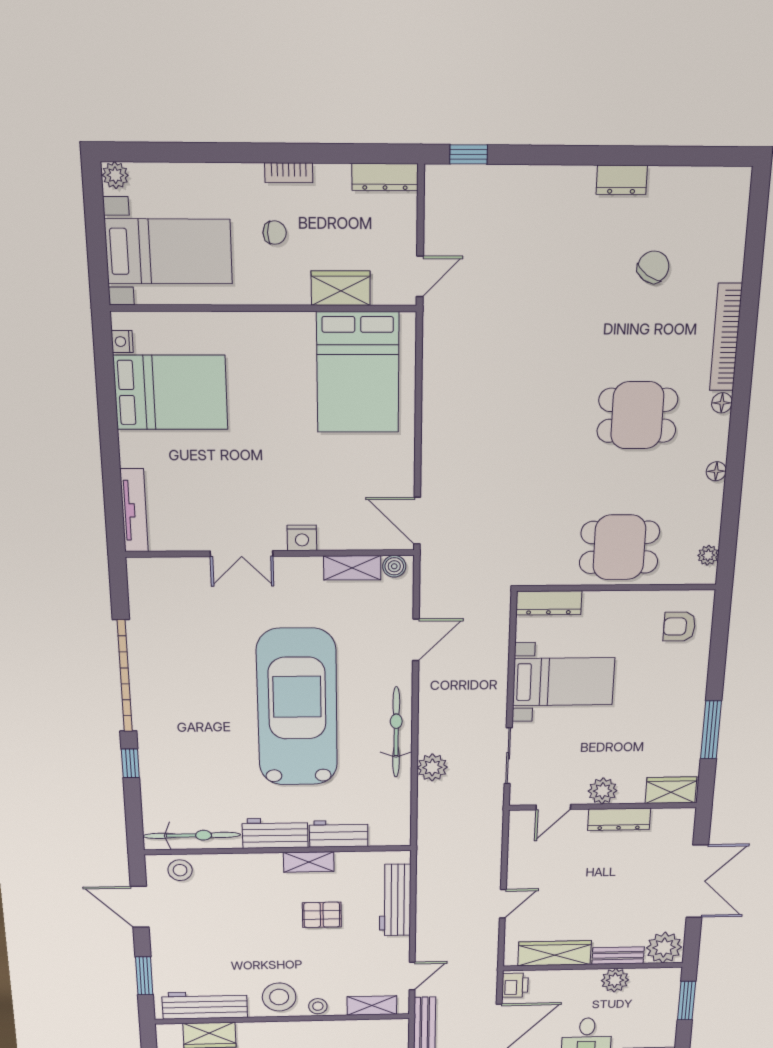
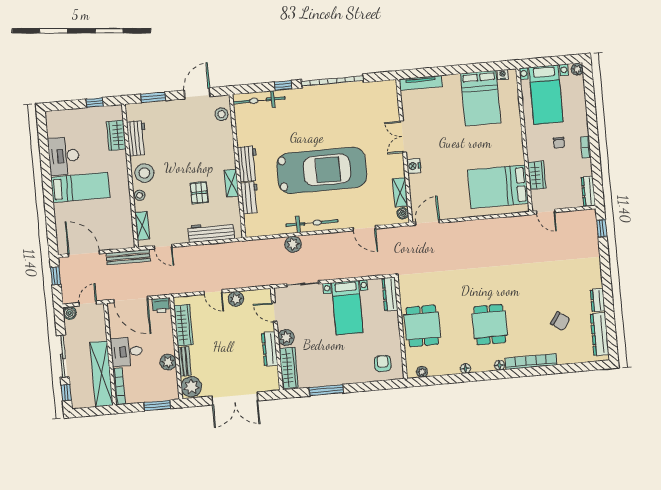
dresser: (694, 183) -> (600, 334), added
wardrobe: (671, 790) -> (289, 368), width x1.50
bicycle: (192, 835) -> (259, 100), moved, turned 90
plant: (520, 868) -> (236, 299), added
workbench: (205, 1005) -> (137, 138), width x0.73

